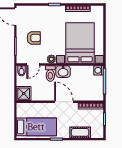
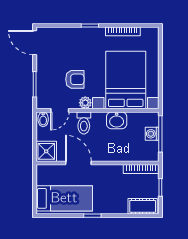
armchair: (34, 38) -> (75, 79), moved
washing machine: (99, 70) -> (152, 134), moved
washbasin: (63, 72) -> (117, 120), moved
door: (64, 102) -> (78, 163), moved
cot: (80, 132) -> (143, 206), moved

